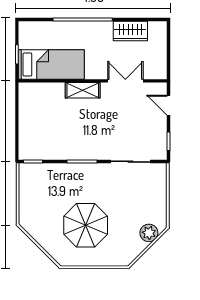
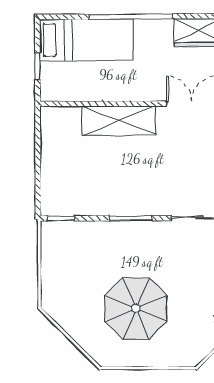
bed: (51, 64) -> (86, 40), moved
shelving: (83, 90) -> (119, 121), width x1.50, depth x1.33

